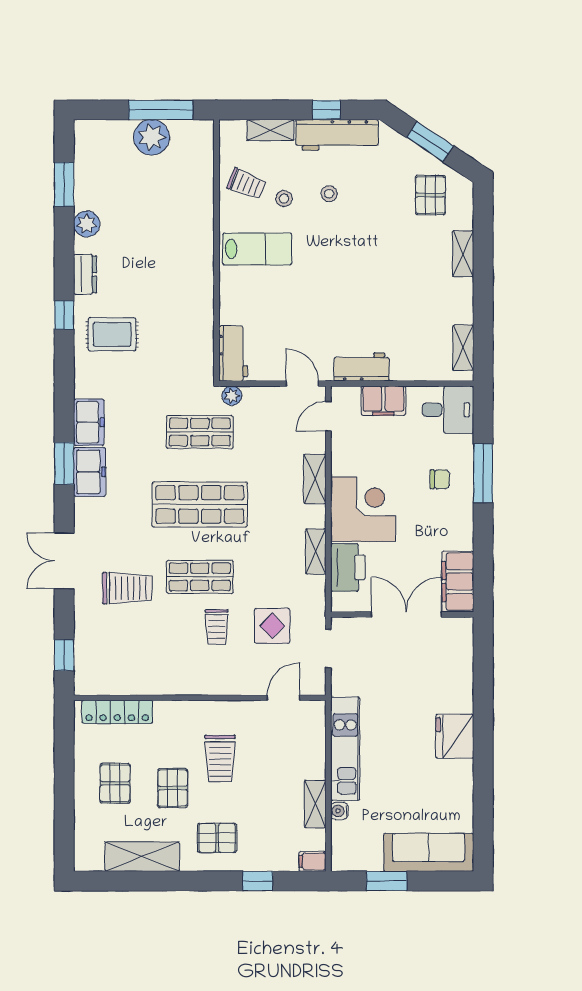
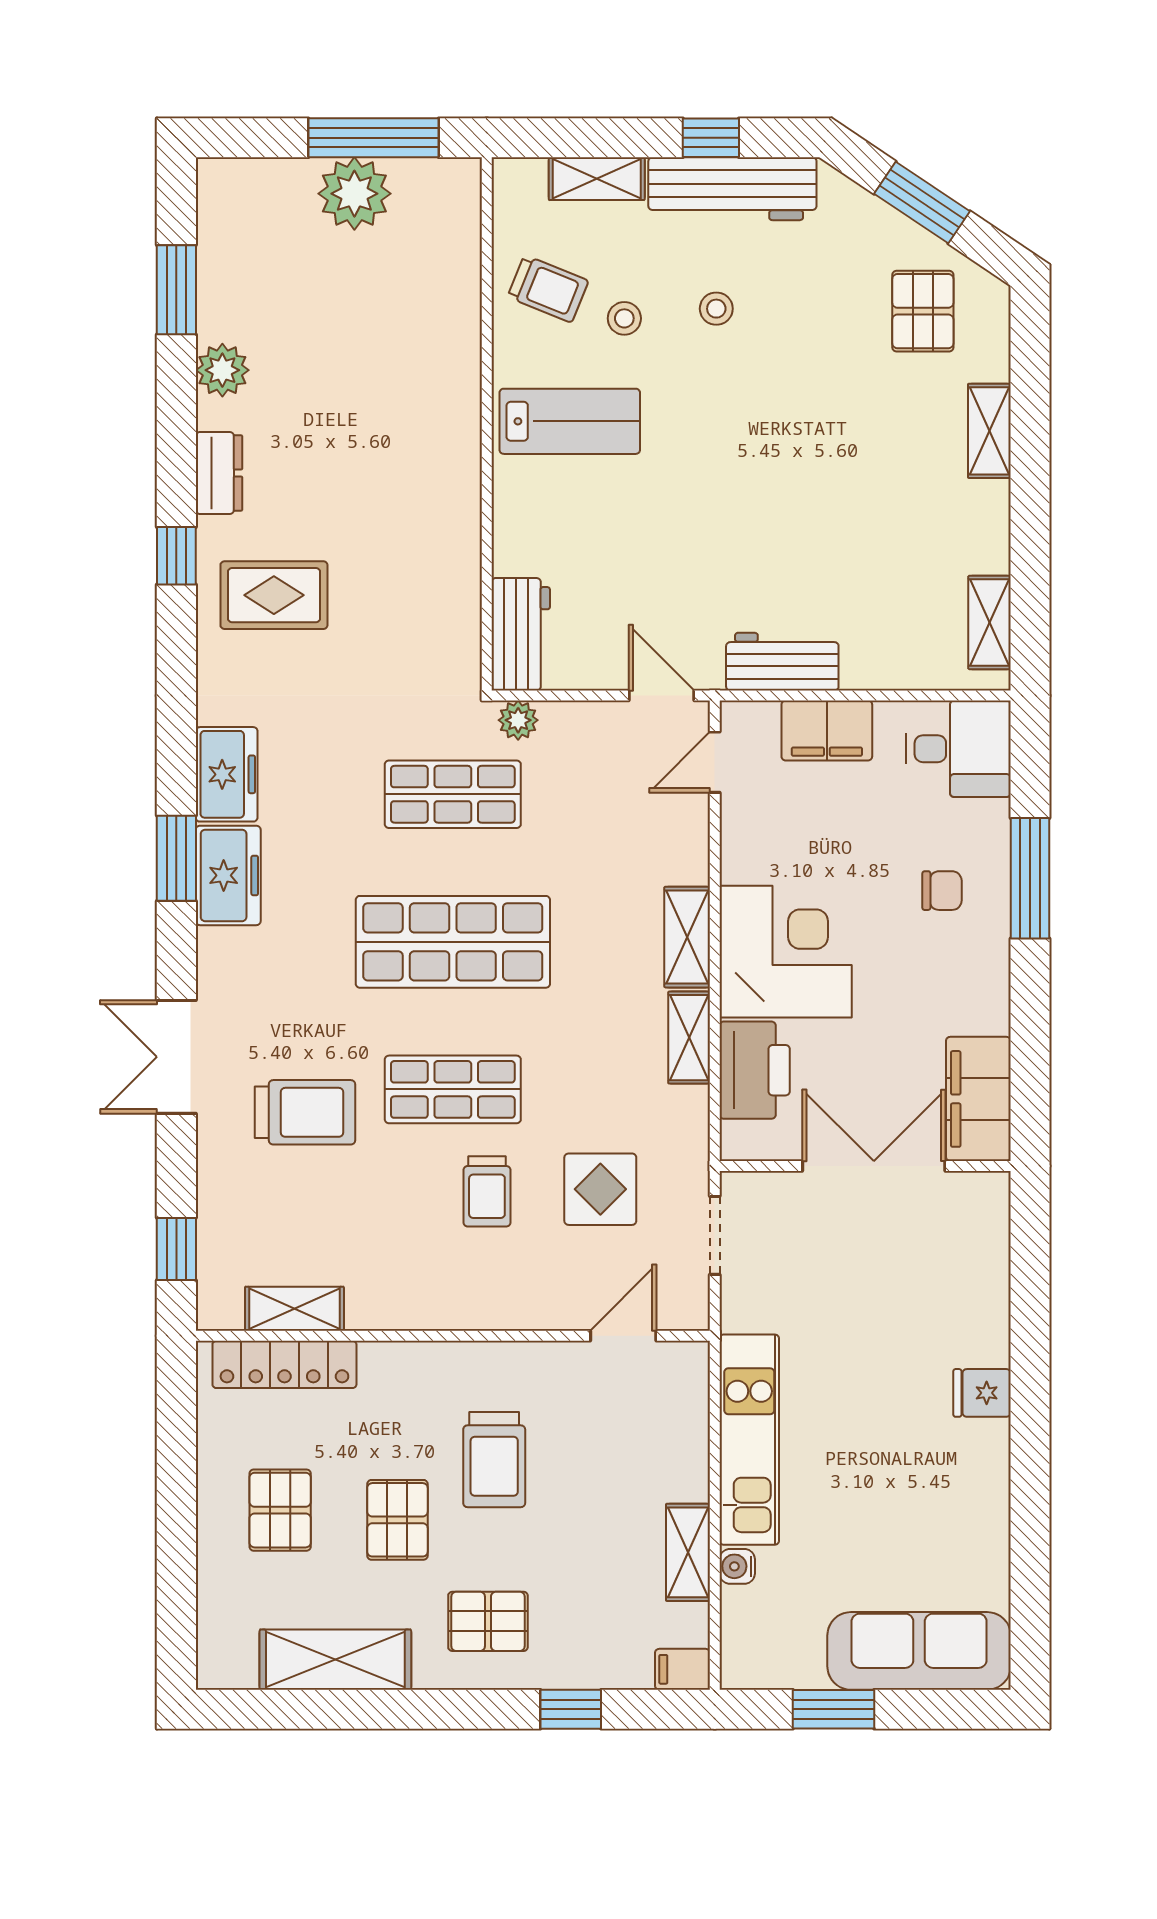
shelving: (315, 479) -> (687, 937), moved
shelving: (122, 684) -> (294, 1309), added
fridge: (455, 736) -> (982, 1393), width x0.53, depth x0.75

